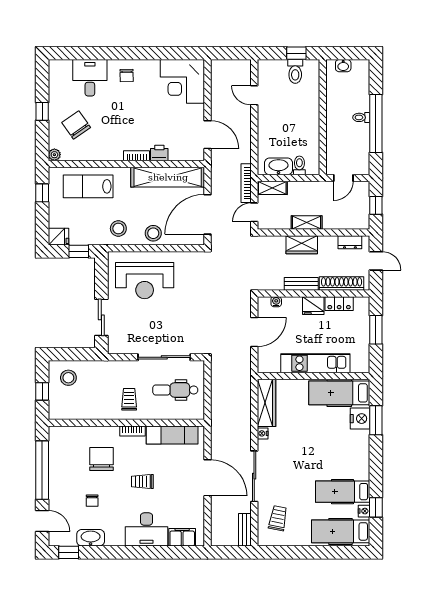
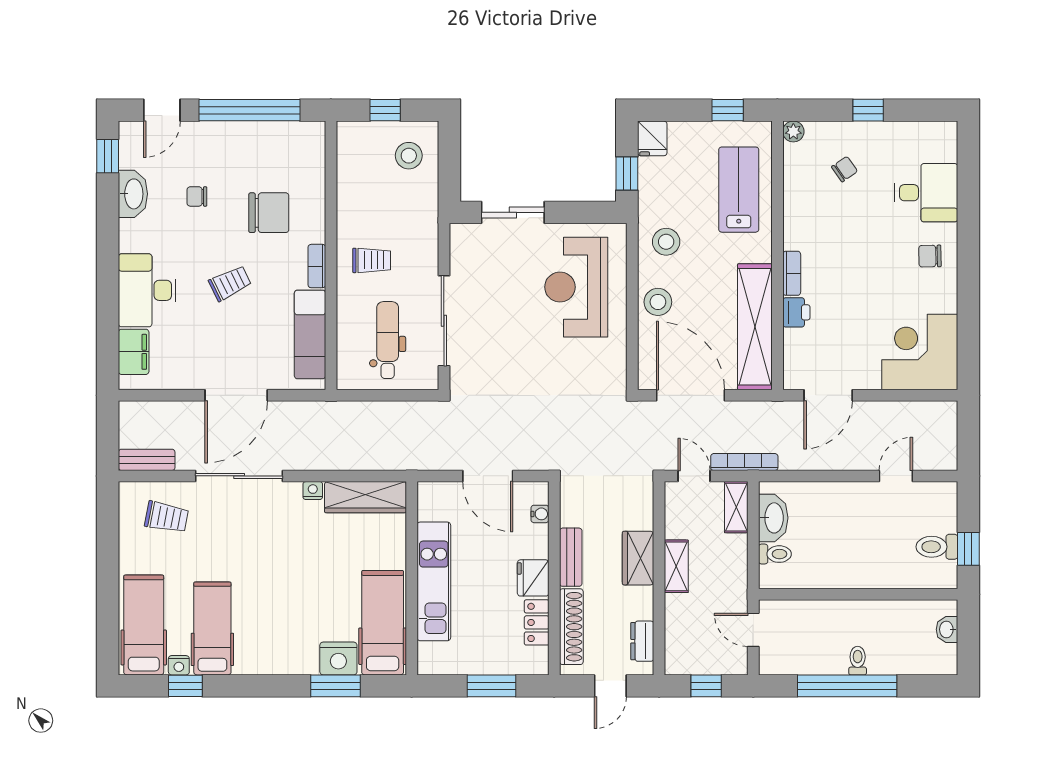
chair: (76, 125) -> (845, 169), width x0.54, depth x0.54
trolley: (142, 481) -> (230, 283), turned 64

